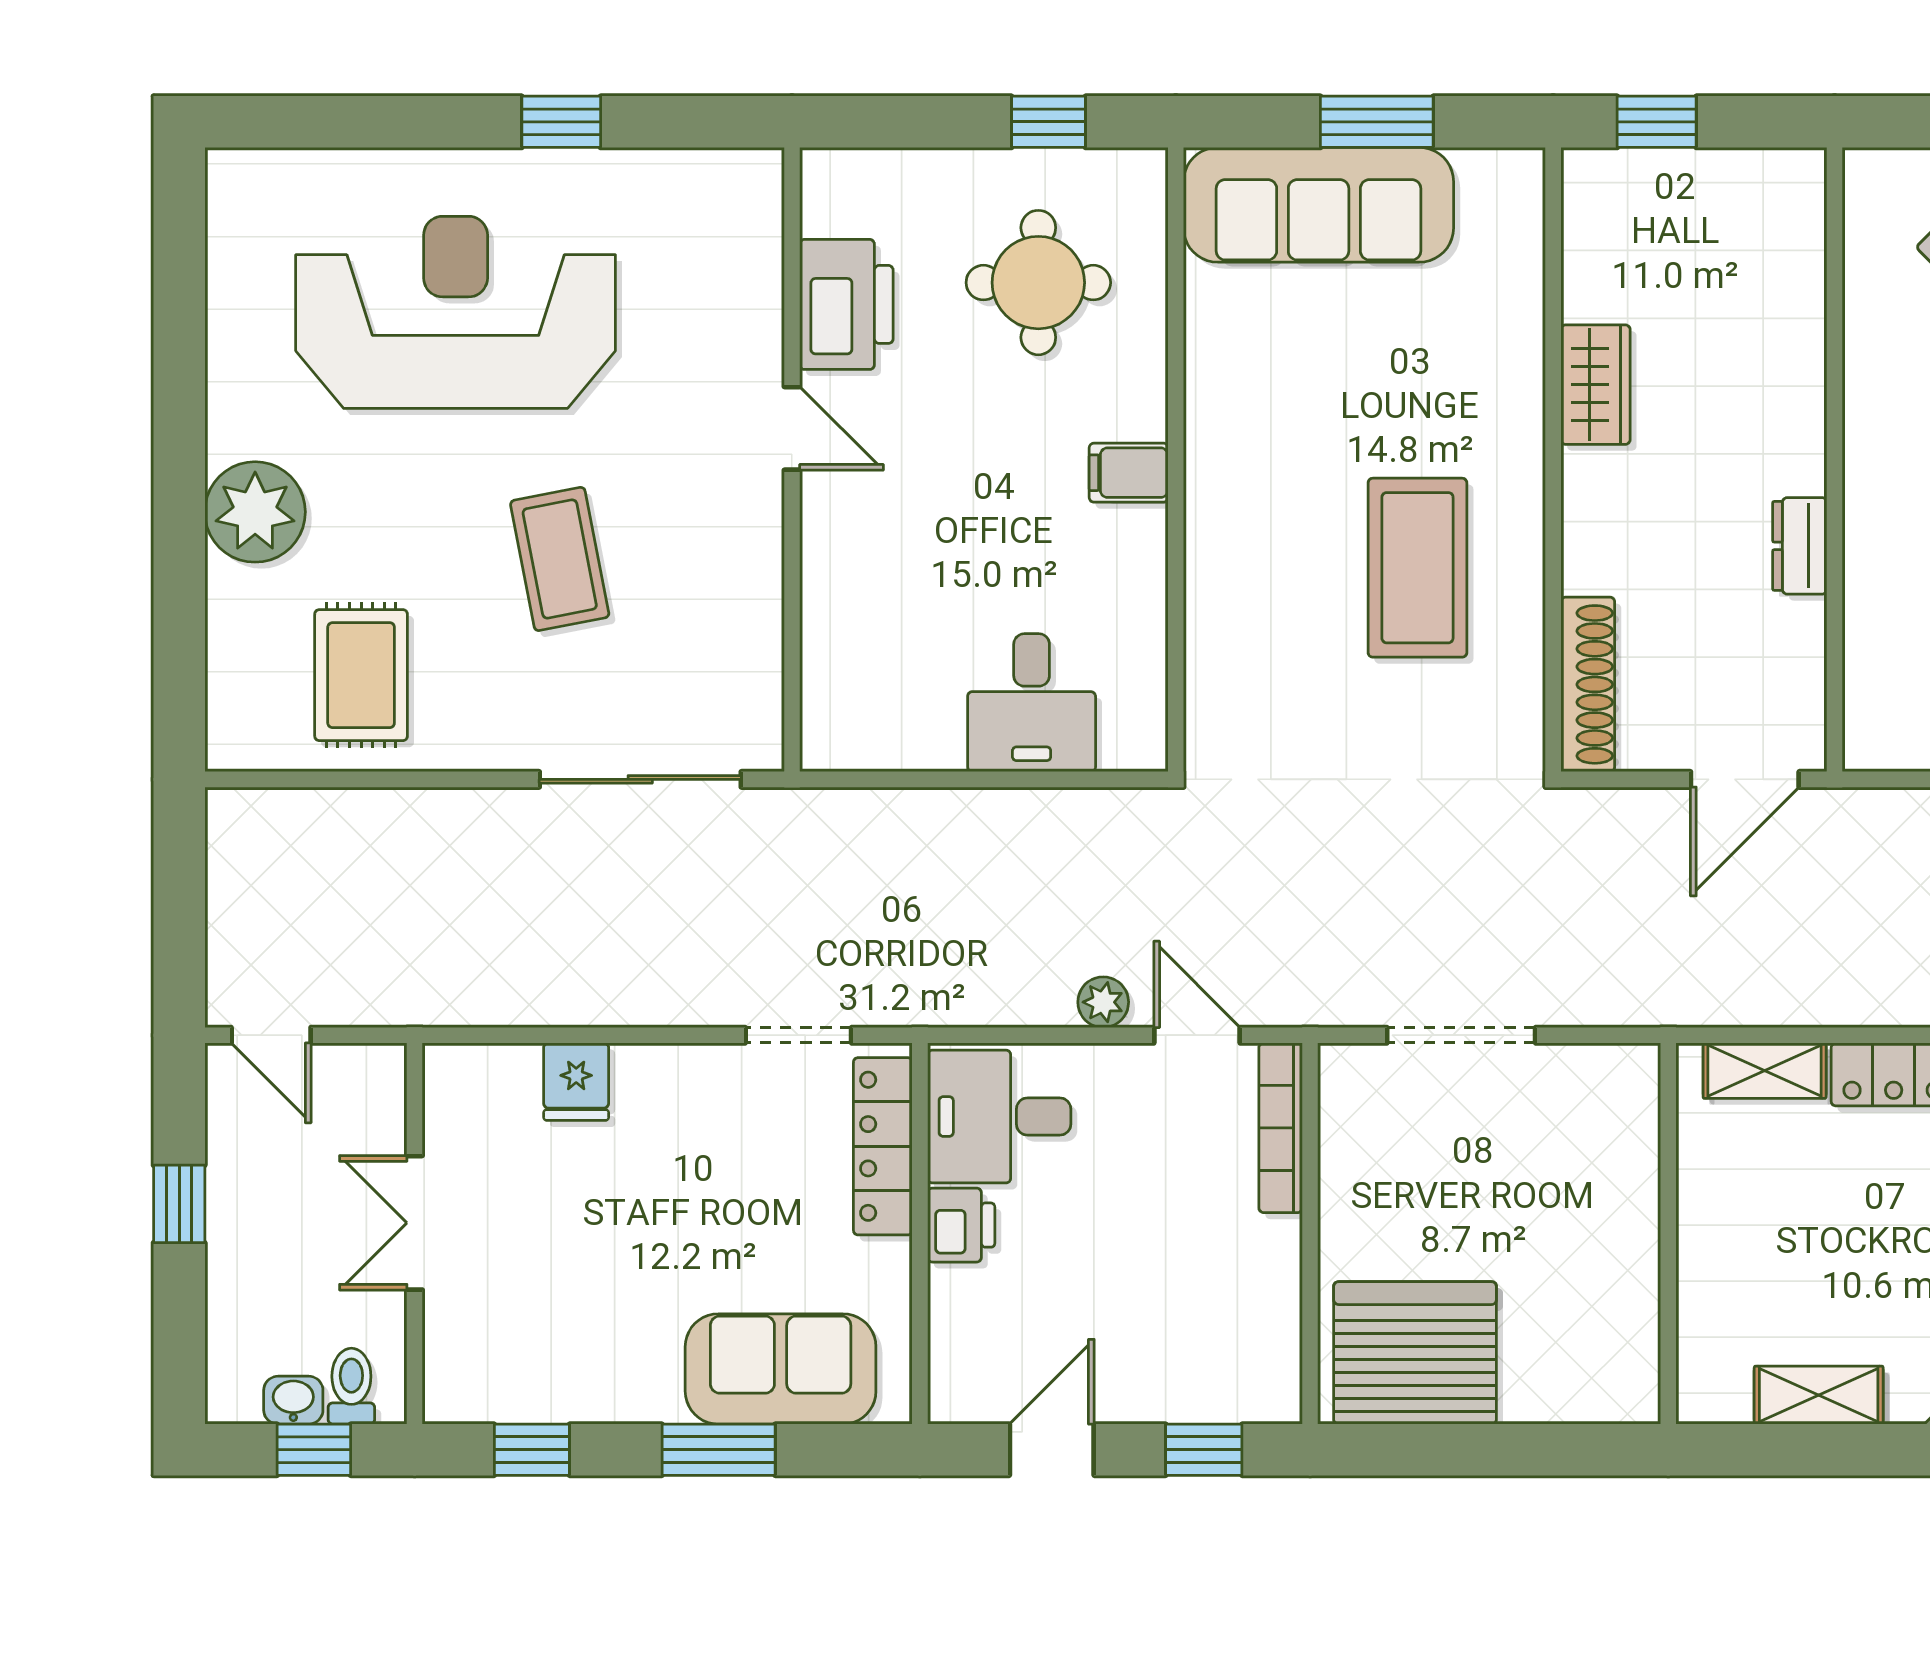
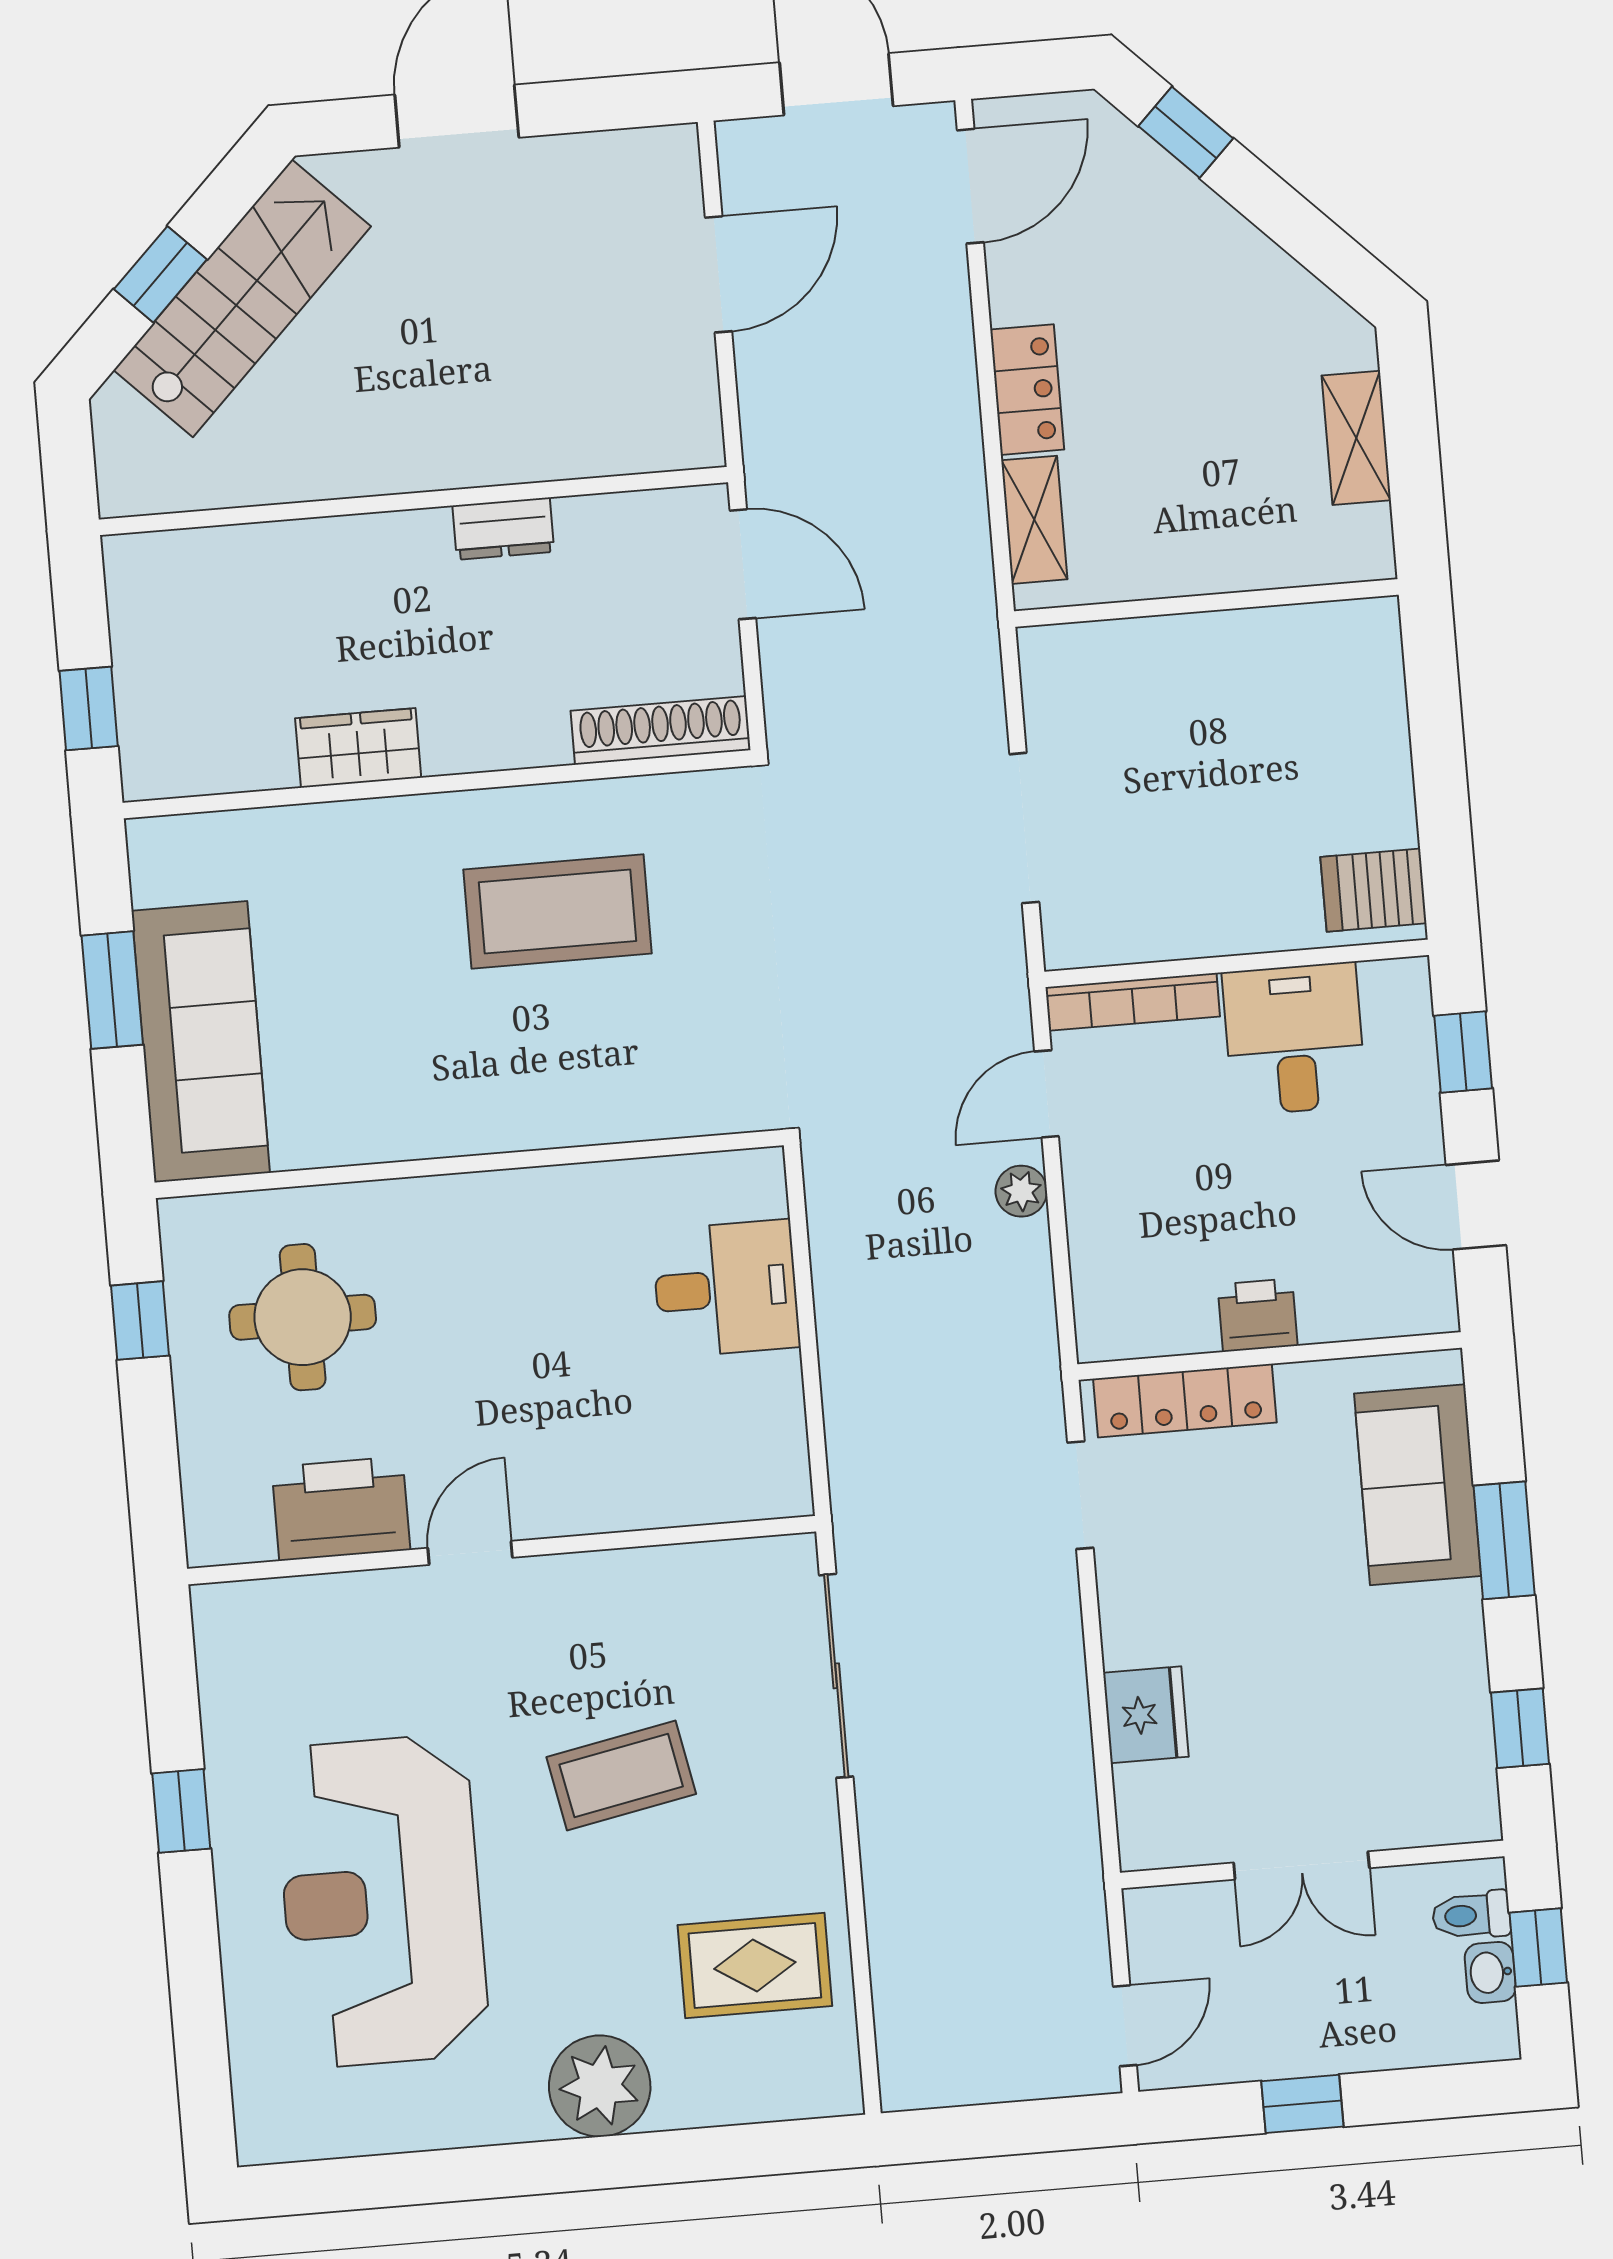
filing cabinet: (1129, 473) -> (486, 1210), removed
fridge: (576, 1082) -> (1146, 1715), width x1.38
desk: (999, 1117) -> (1294, 1039), moved, turned 180
server rack: (1415, 1353) -> (1373, 890), width x0.46, depth x0.70

